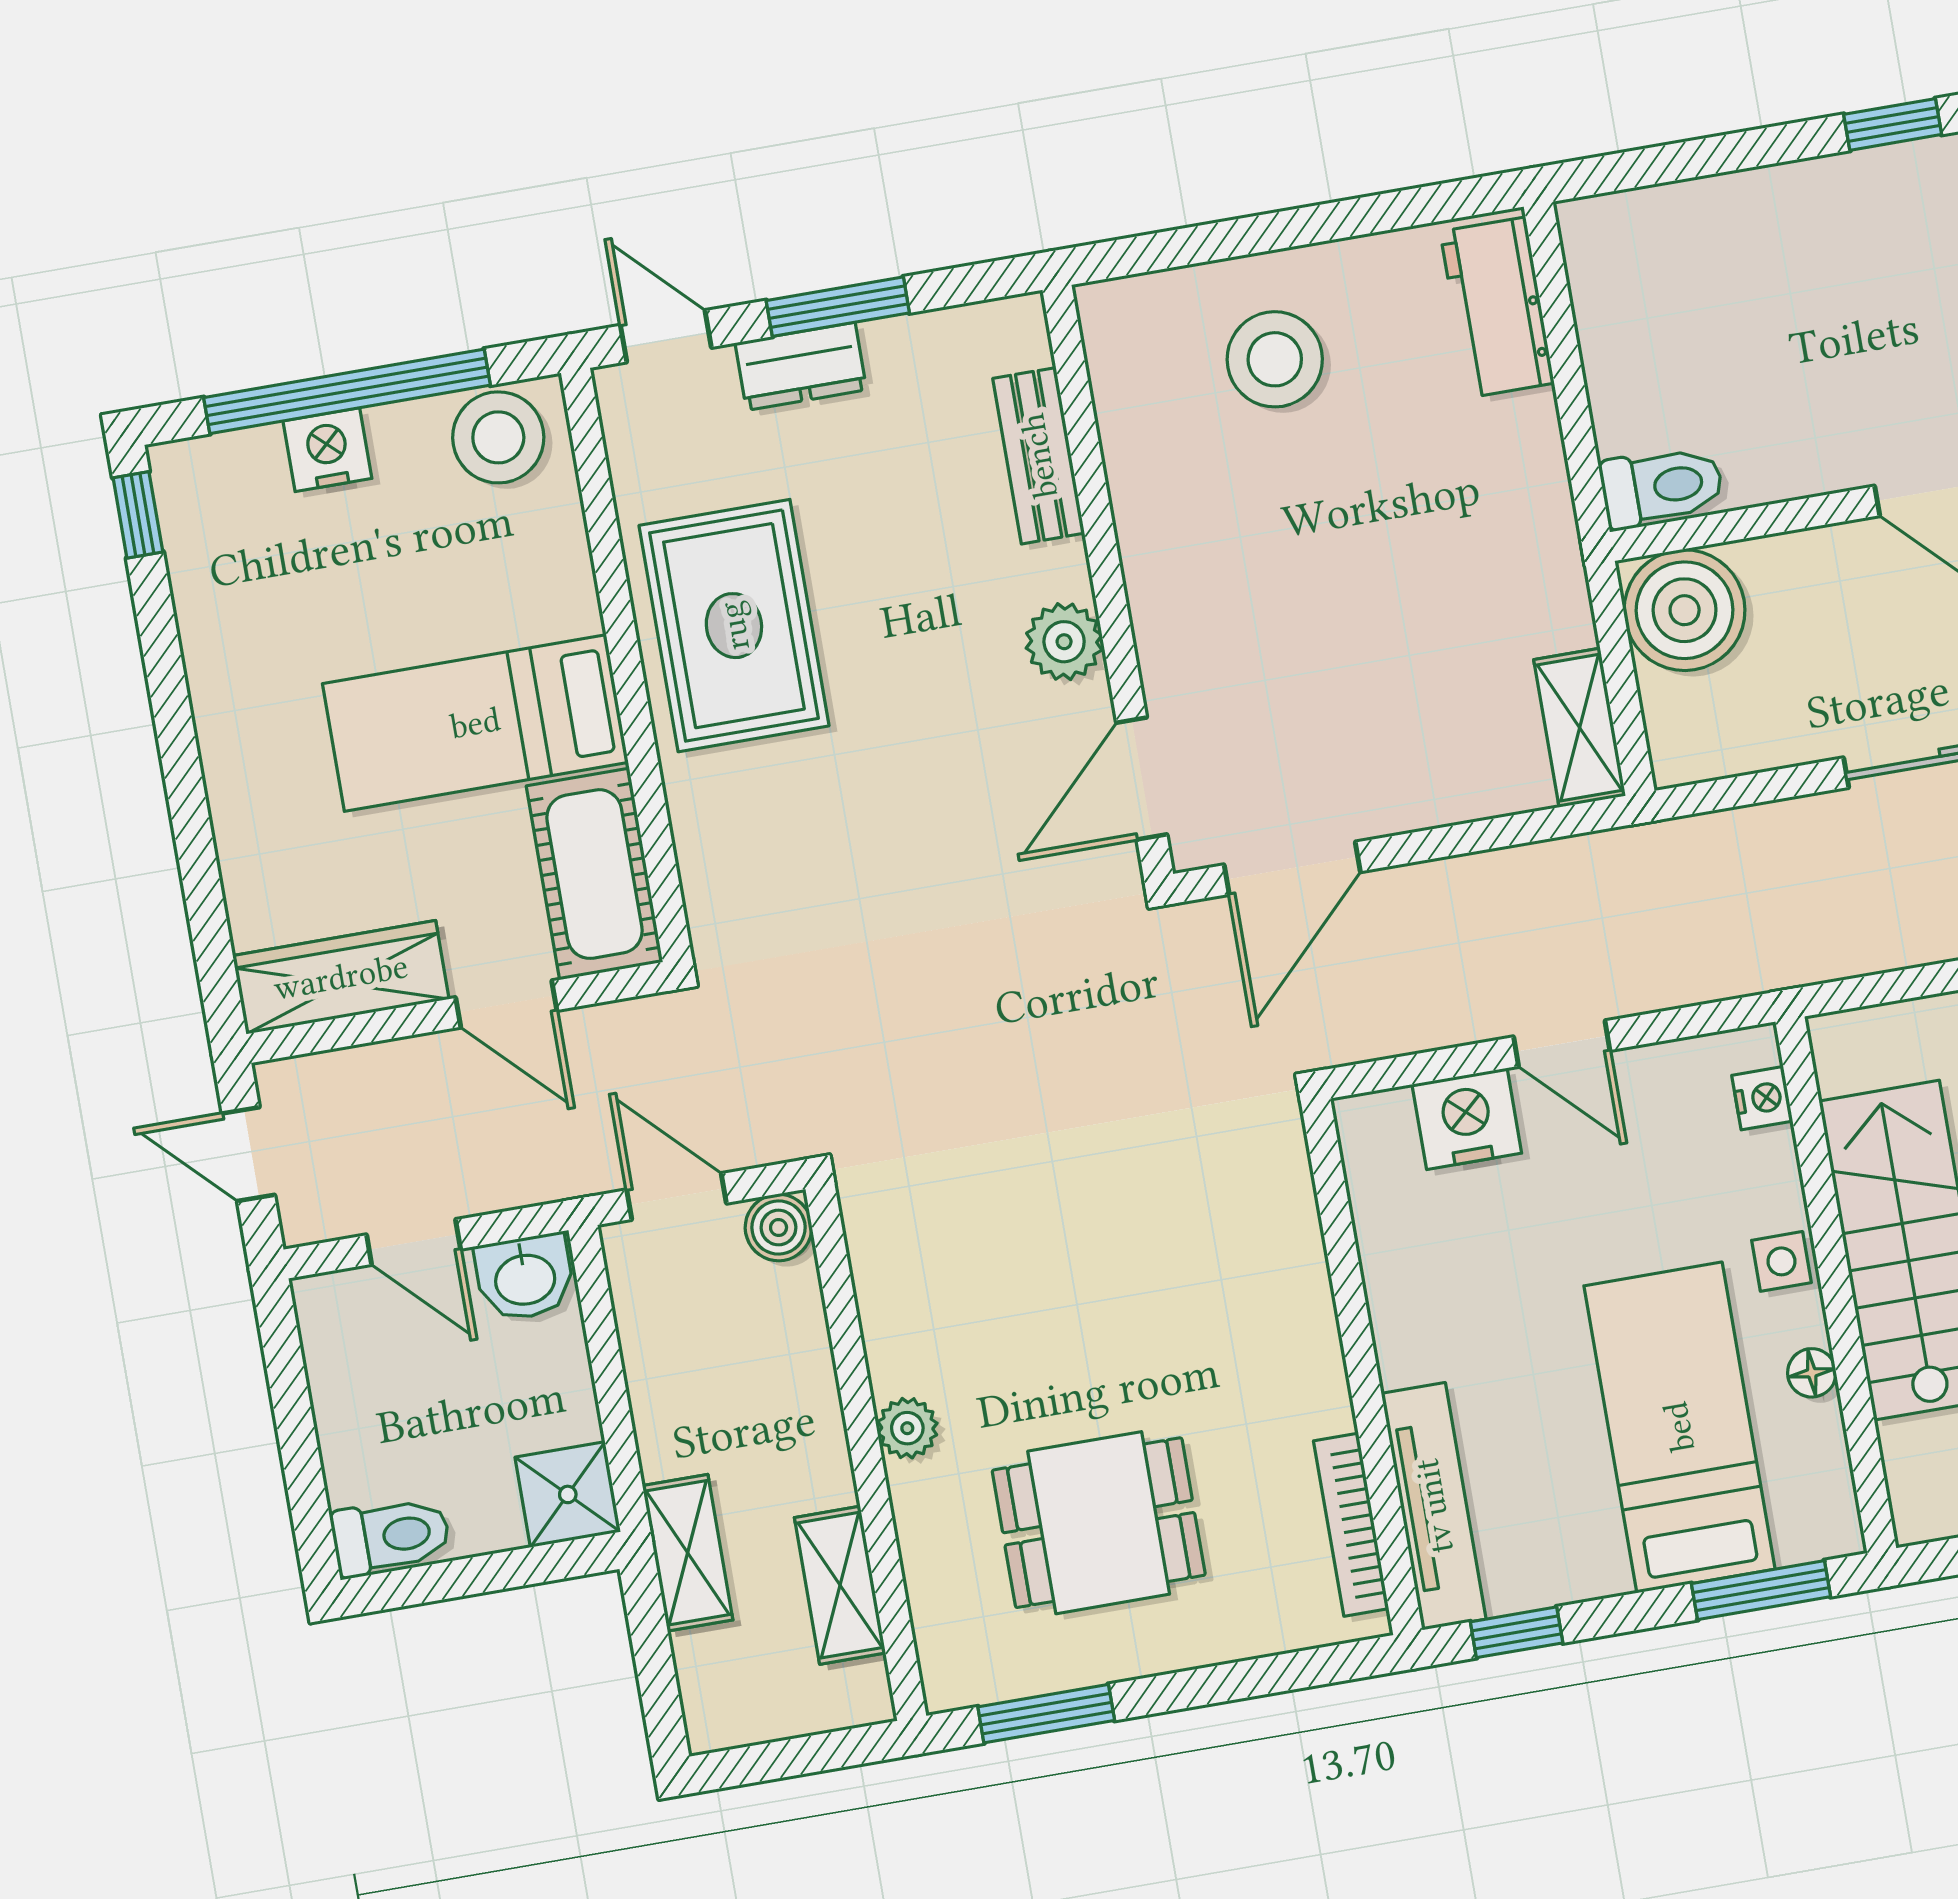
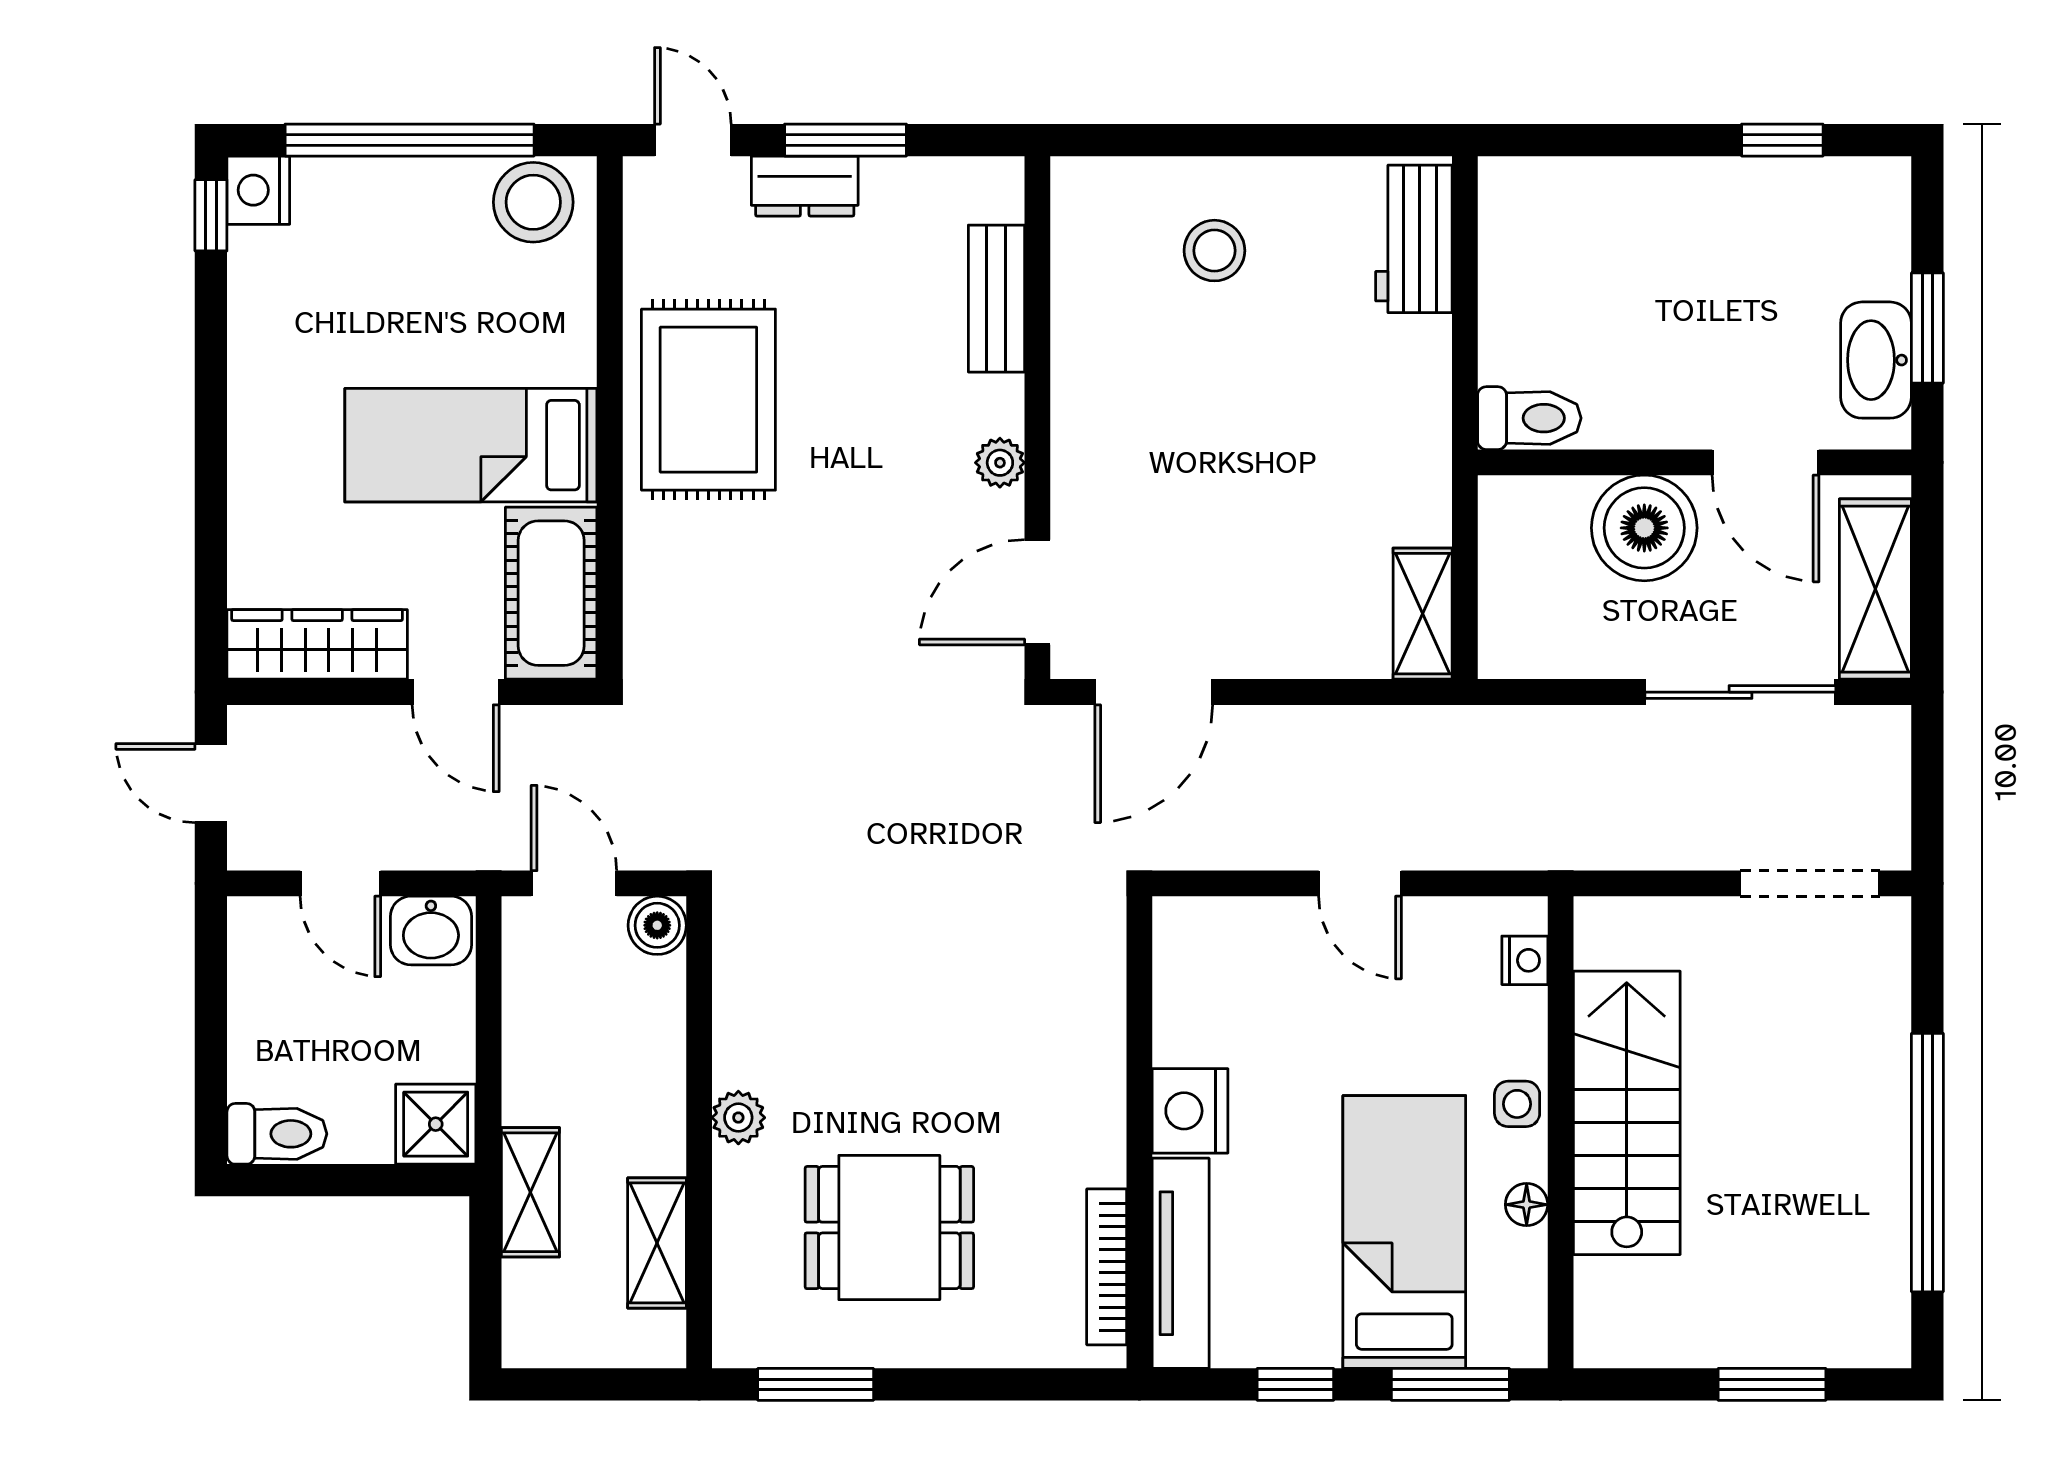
stool: (1275, 359) -> (1214, 251), width x0.73, depth x0.73
nightstand: (327, 450) -> (258, 190), moved, turned -90
boiler: (1685, 610) -> (1644, 528), moved
plant: (1064, 642) -> (1000, 463), width x0.73, depth x0.73
nightstand: (1467, 1119) -> (1190, 1111), moved, turned -90
window: (1517, 1632) -> (1295, 1384), moved

